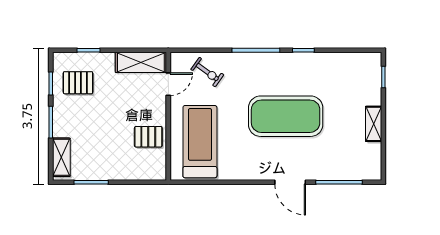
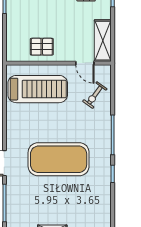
exercise mat: (286, 116) -> (59, 159), turned 90
pallet: (148, 137) -> (42, 47), turned 90

